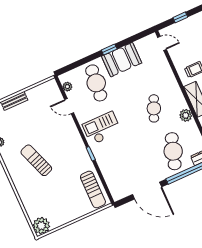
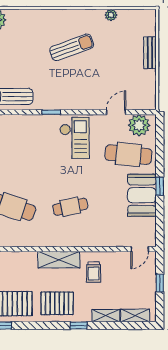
plant: (67, 87) -> (139, 125), width x1.88, depth x1.88
cafe table: (154, 108) -> (70, 207), turned -36
plant: (186, 115) -> (46, 239), removed

